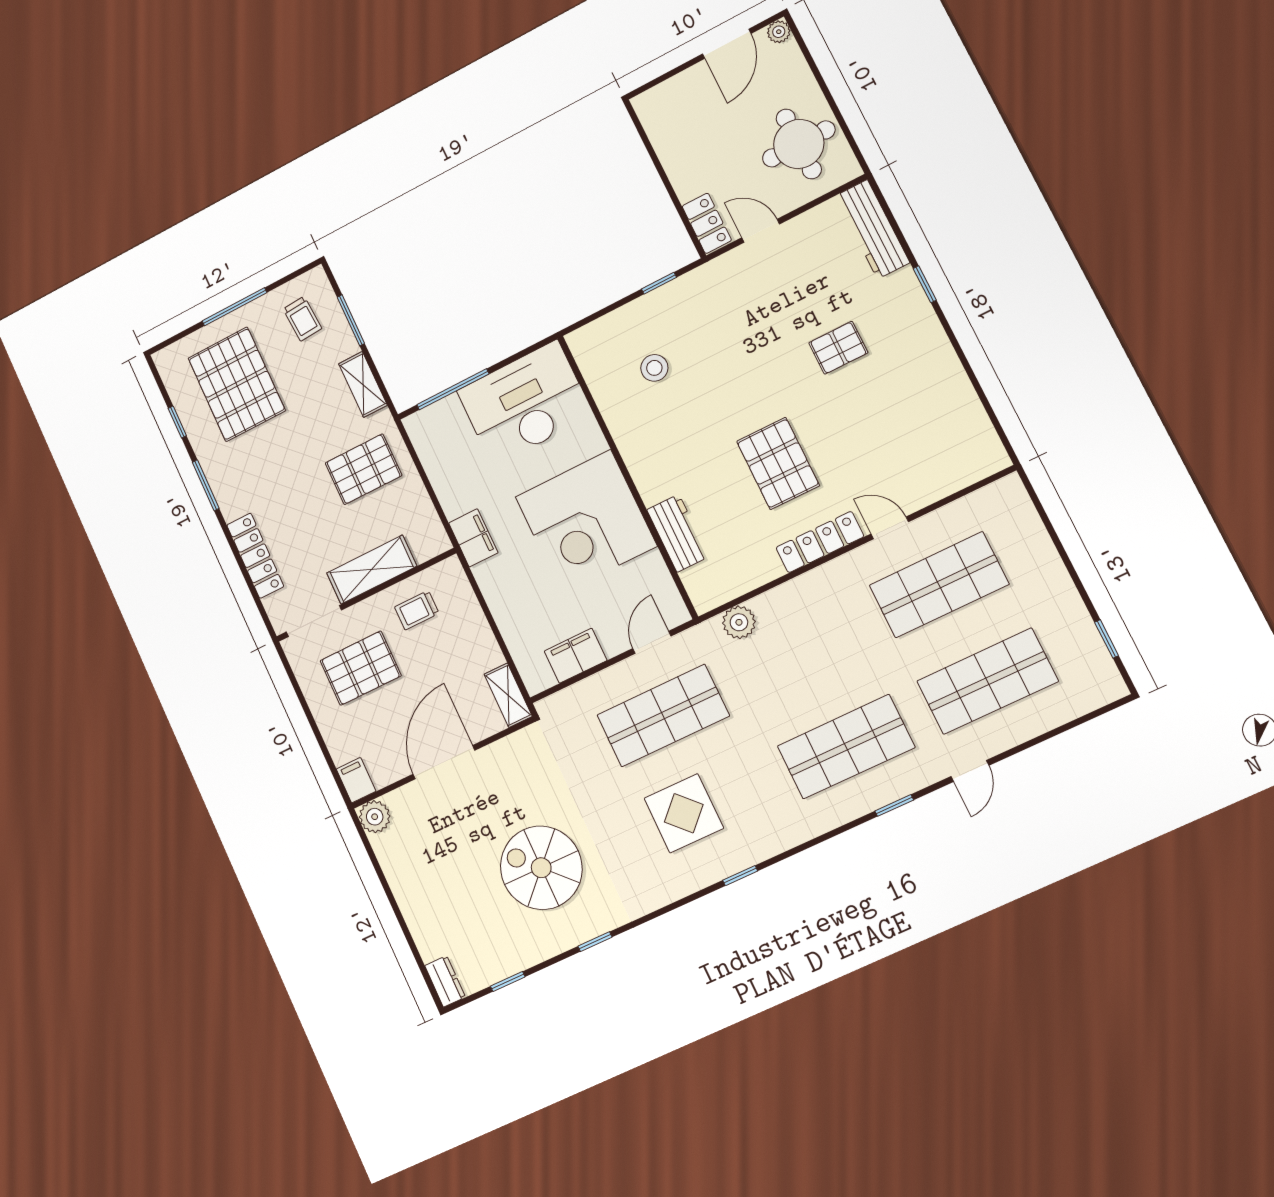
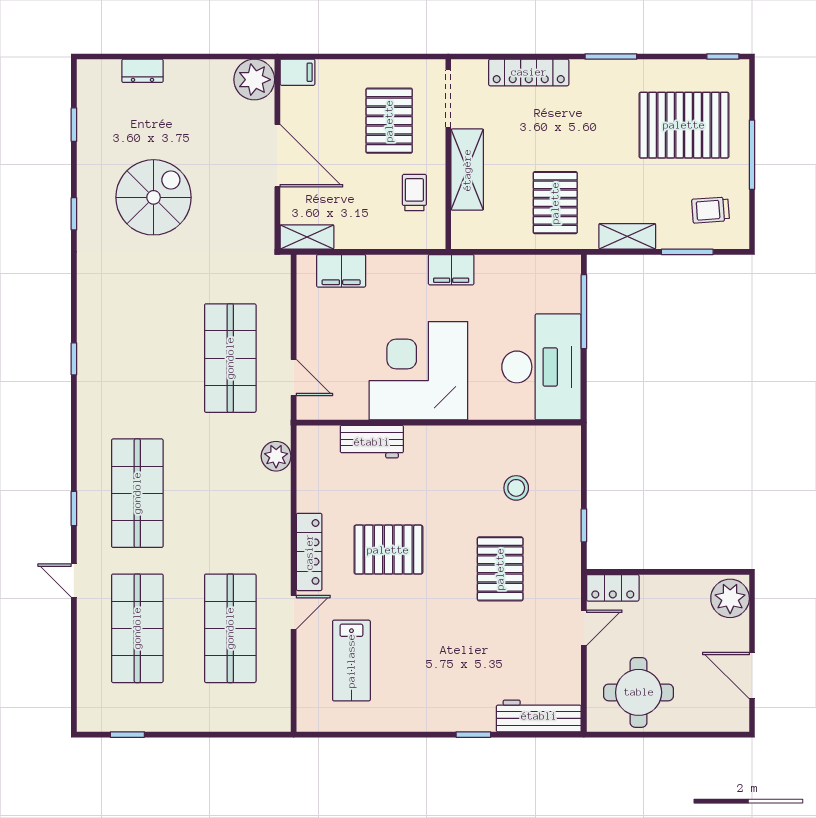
plant: (779, 32) -> (730, 598), moved, width x1.88, depth x1.88
pallet: (838, 348) -> (500, 569), moved, width x1.50, depth x1.42
window: (177, 422) -> (723, 57), moved
lab bench: (910, 445) -> (351, 661), added
filing cabinet: (576, 656) -> (341, 271), moved, turned 90
display table: (684, 813) -> (144, 337), removed
plant: (375, 817) -> (254, 80), width x1.36, depth x1.36
dresser: (445, 981) -> (142, 71), moved

